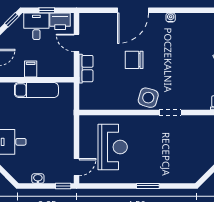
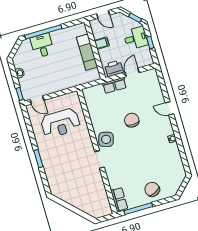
door: (133, 10) -> (169, 108), width x0.53
printer: (60, 21) -> (114, 68), moved, turned 90

